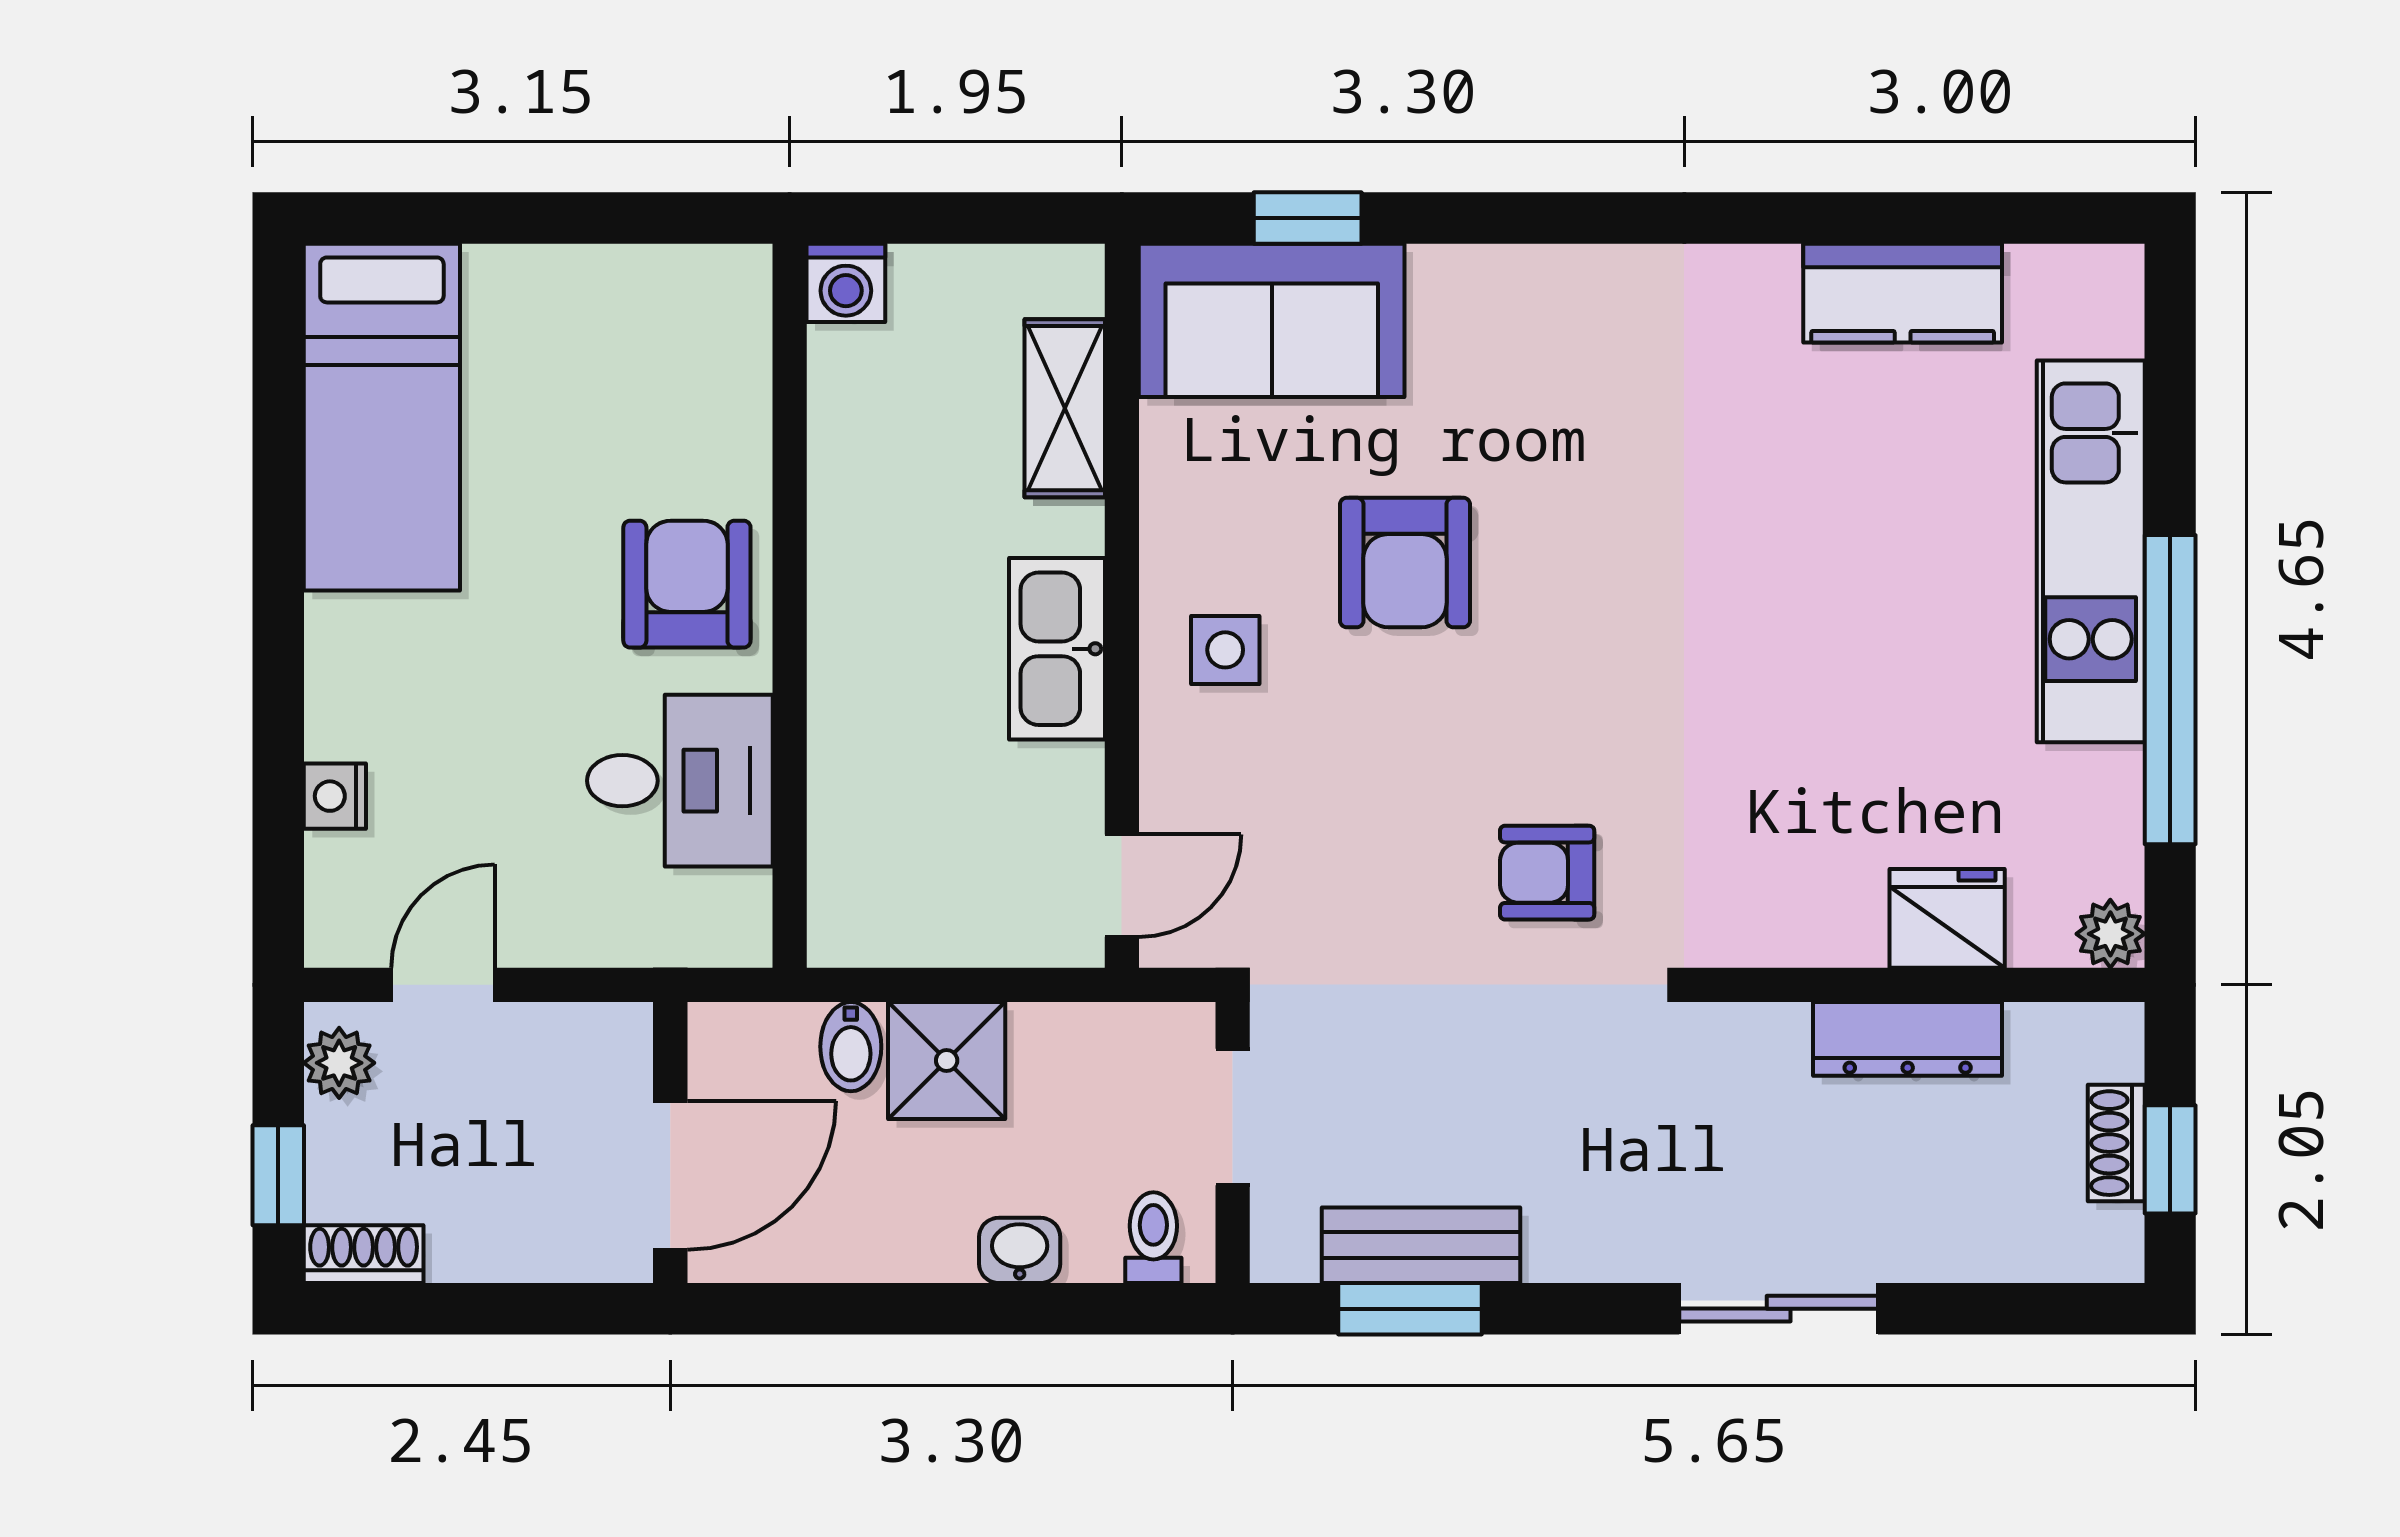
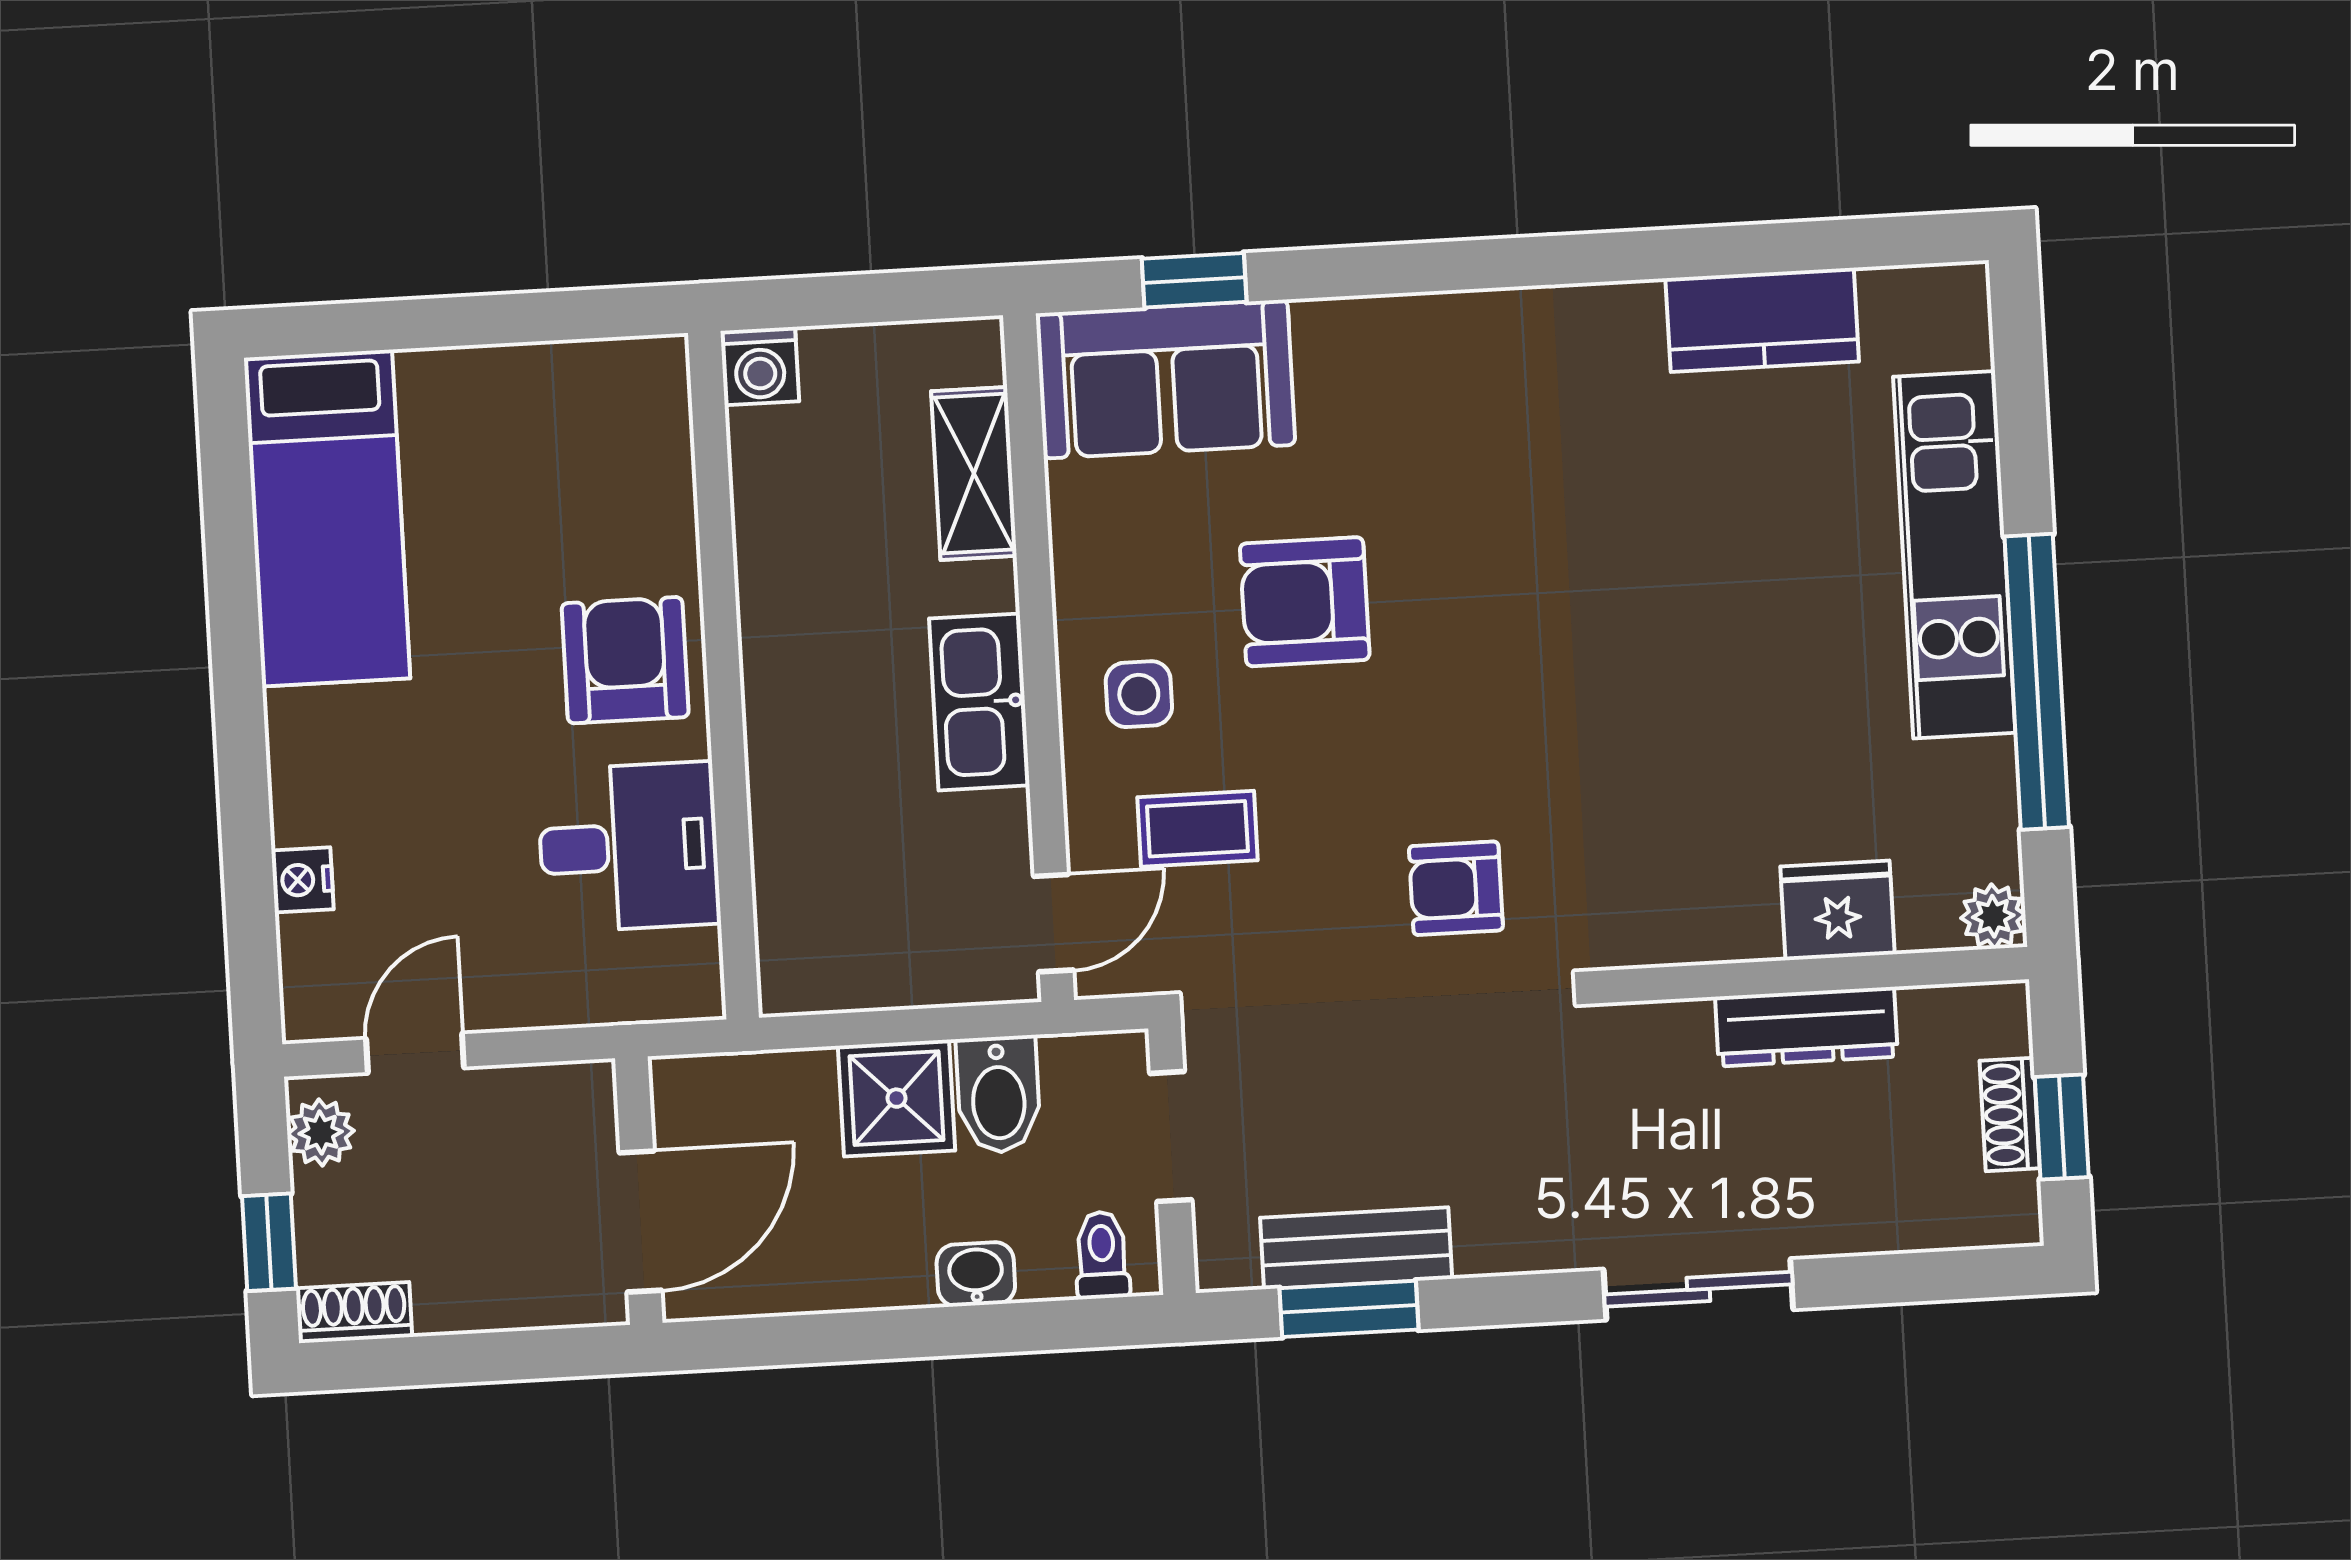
armchair: (1405, 563) -> (1305, 602), turned 90
coffee table: (1279, 795) -> (1197, 829), added
bidet: (851, 1047) -> (998, 1095), moved, width x1.38, depth x1.36

